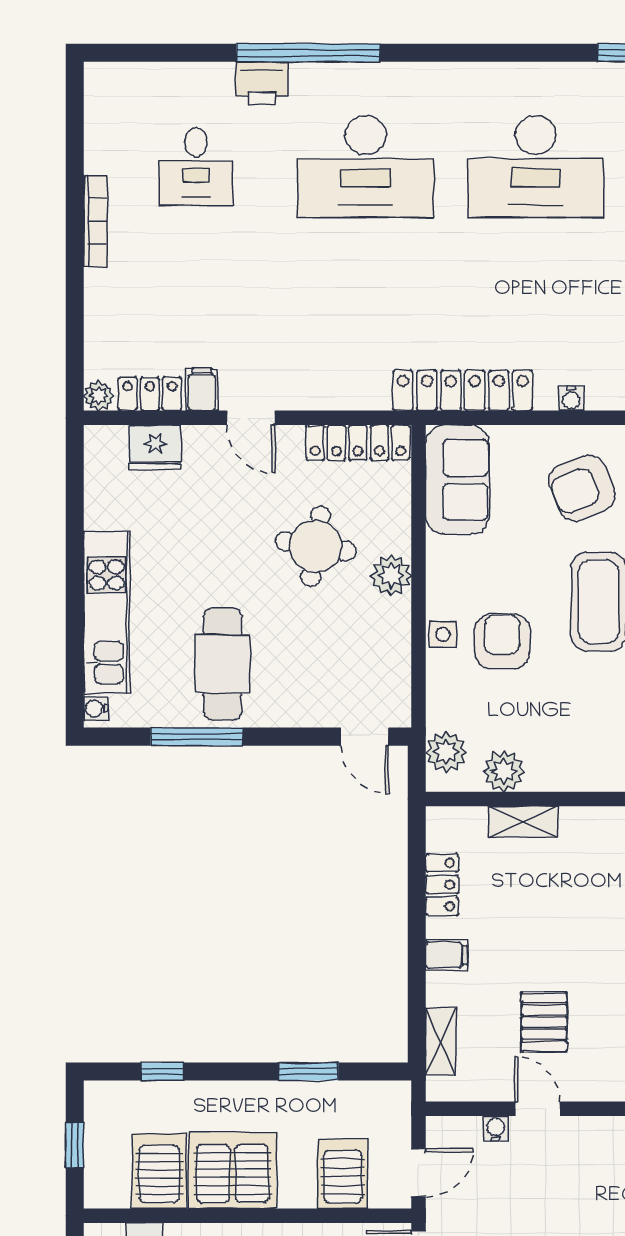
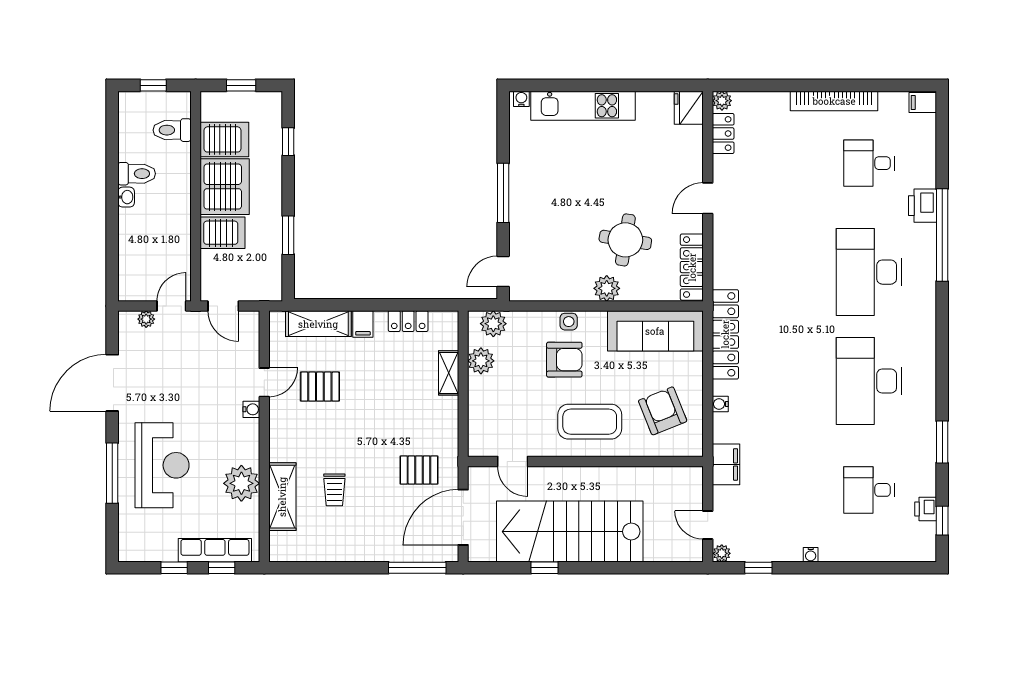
bookcase: (95, 221) -> (834, 101), width x1.48, depth x1.31
filing cabinet: (202, 389) -> (923, 103), moved, turned 180
fridge: (155, 447) -> (689, 108), moved
sofa: (457, 480) -> (655, 331), width x1.36
cafe table: (223, 664) -> (550, 180), removed
window: (197, 737) -> (503, 193), moved
shelving: (441, 1041) -> (318, 324), width x1.50, depth x1.33
water cooler: (496, 1129) -> (251, 409), moved
server rack: (343, 1174) -> (223, 233), moved

